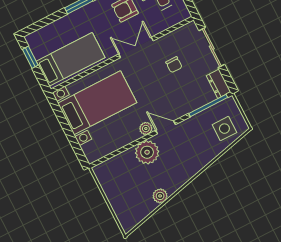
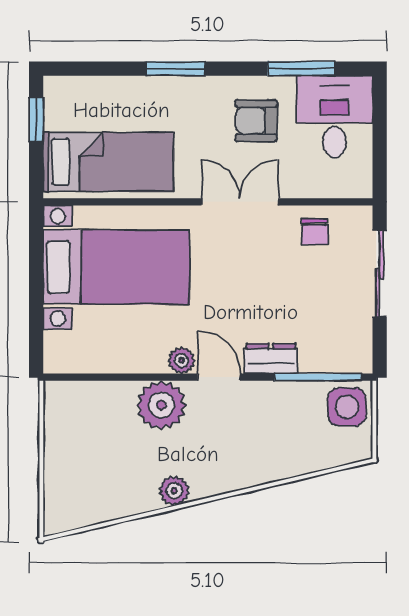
chair: (174, 65) -> (315, 232), moved
dresser: (219, 84) -> (271, 358), moved, turned 90
side table: (224, 129) -> (347, 407), moved
plant: (160, 196) -> (174, 491), moved

